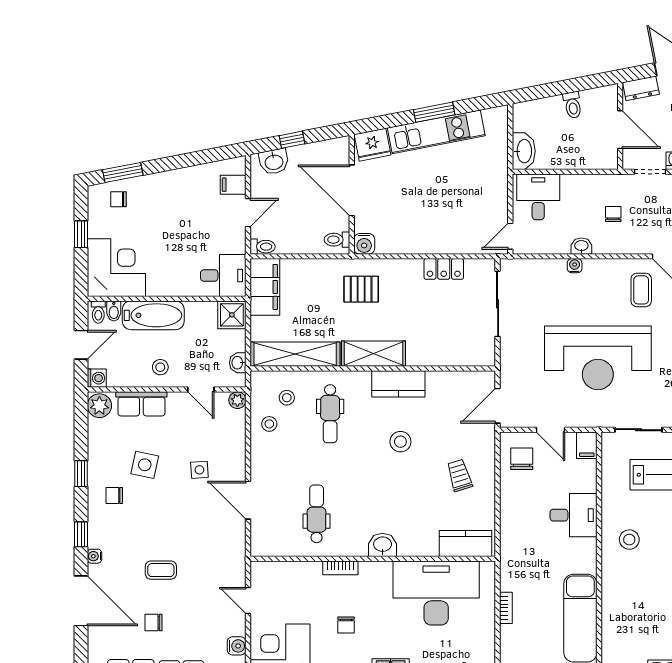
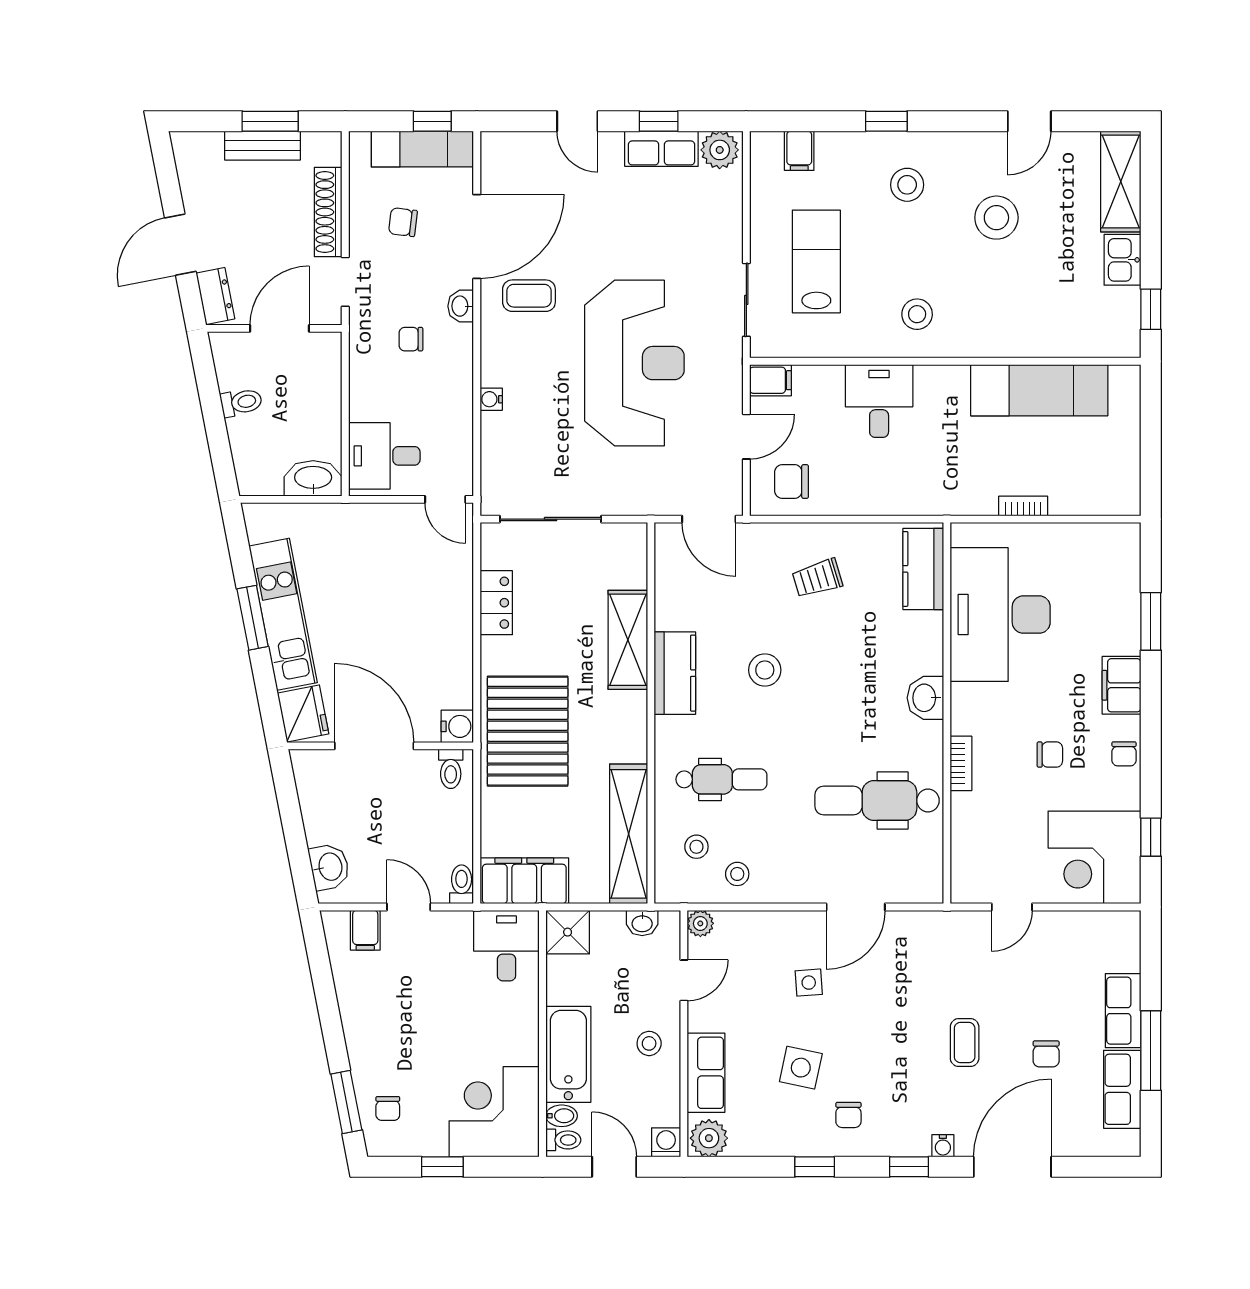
window: (292, 140) -> (295, 839), removed
door: (352, 190) -> (374, 746), swing flipped
washbasin: (581, 246) -> (461, 306), moved
pallet: (361, 289) -> (528, 731), width x2.05, depth x2.00
shelving: (374, 354) -> (628, 640), moved
dental chair: (317, 514) -> (877, 801), width x1.36, depth x1.38
water cooler: (237, 646) -> (1083, 925), removed

